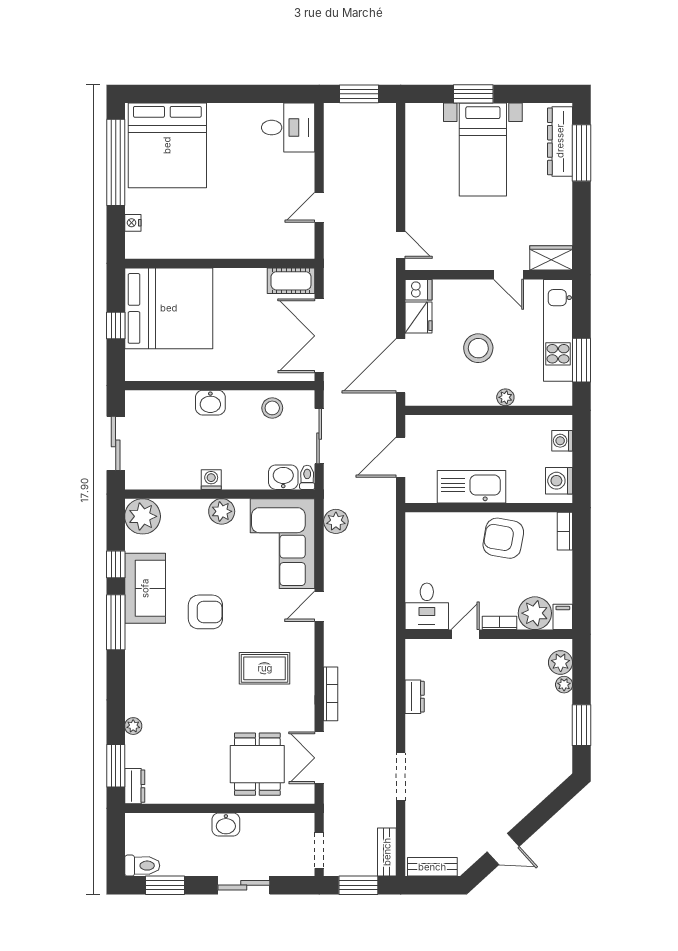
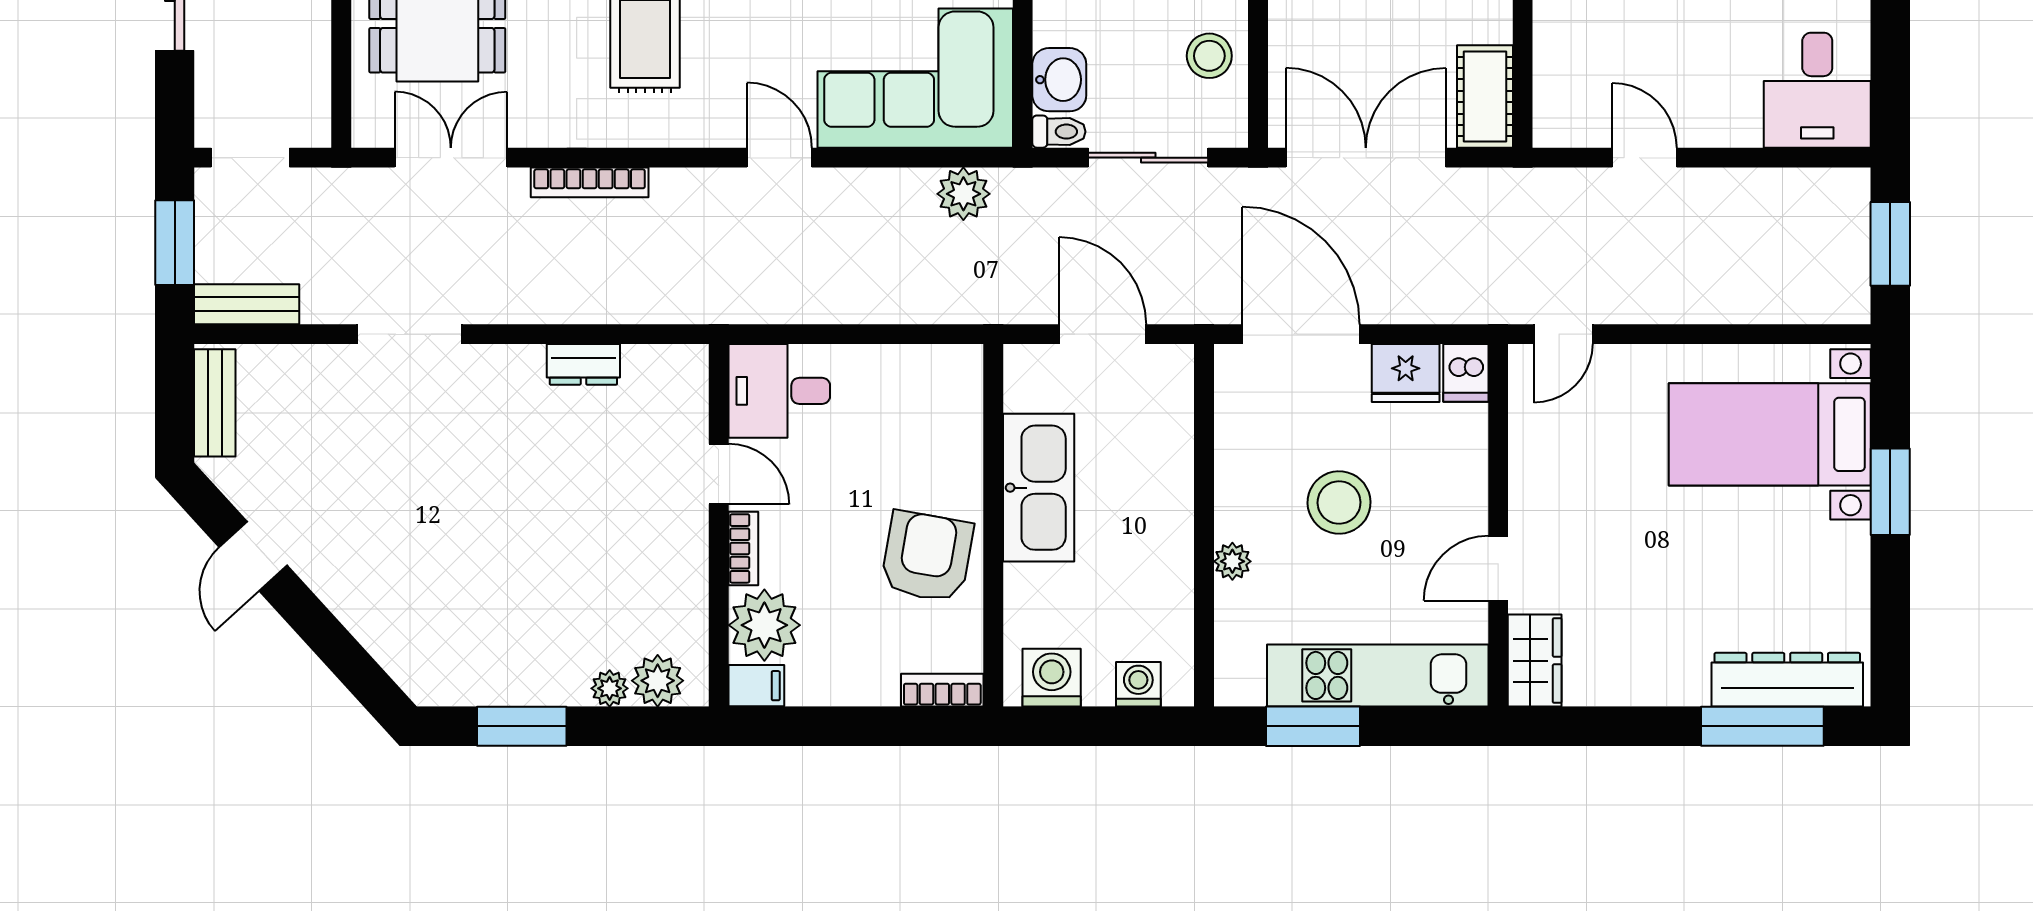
bed with nightstands: (483, 149) -> (1770, 434), moved

